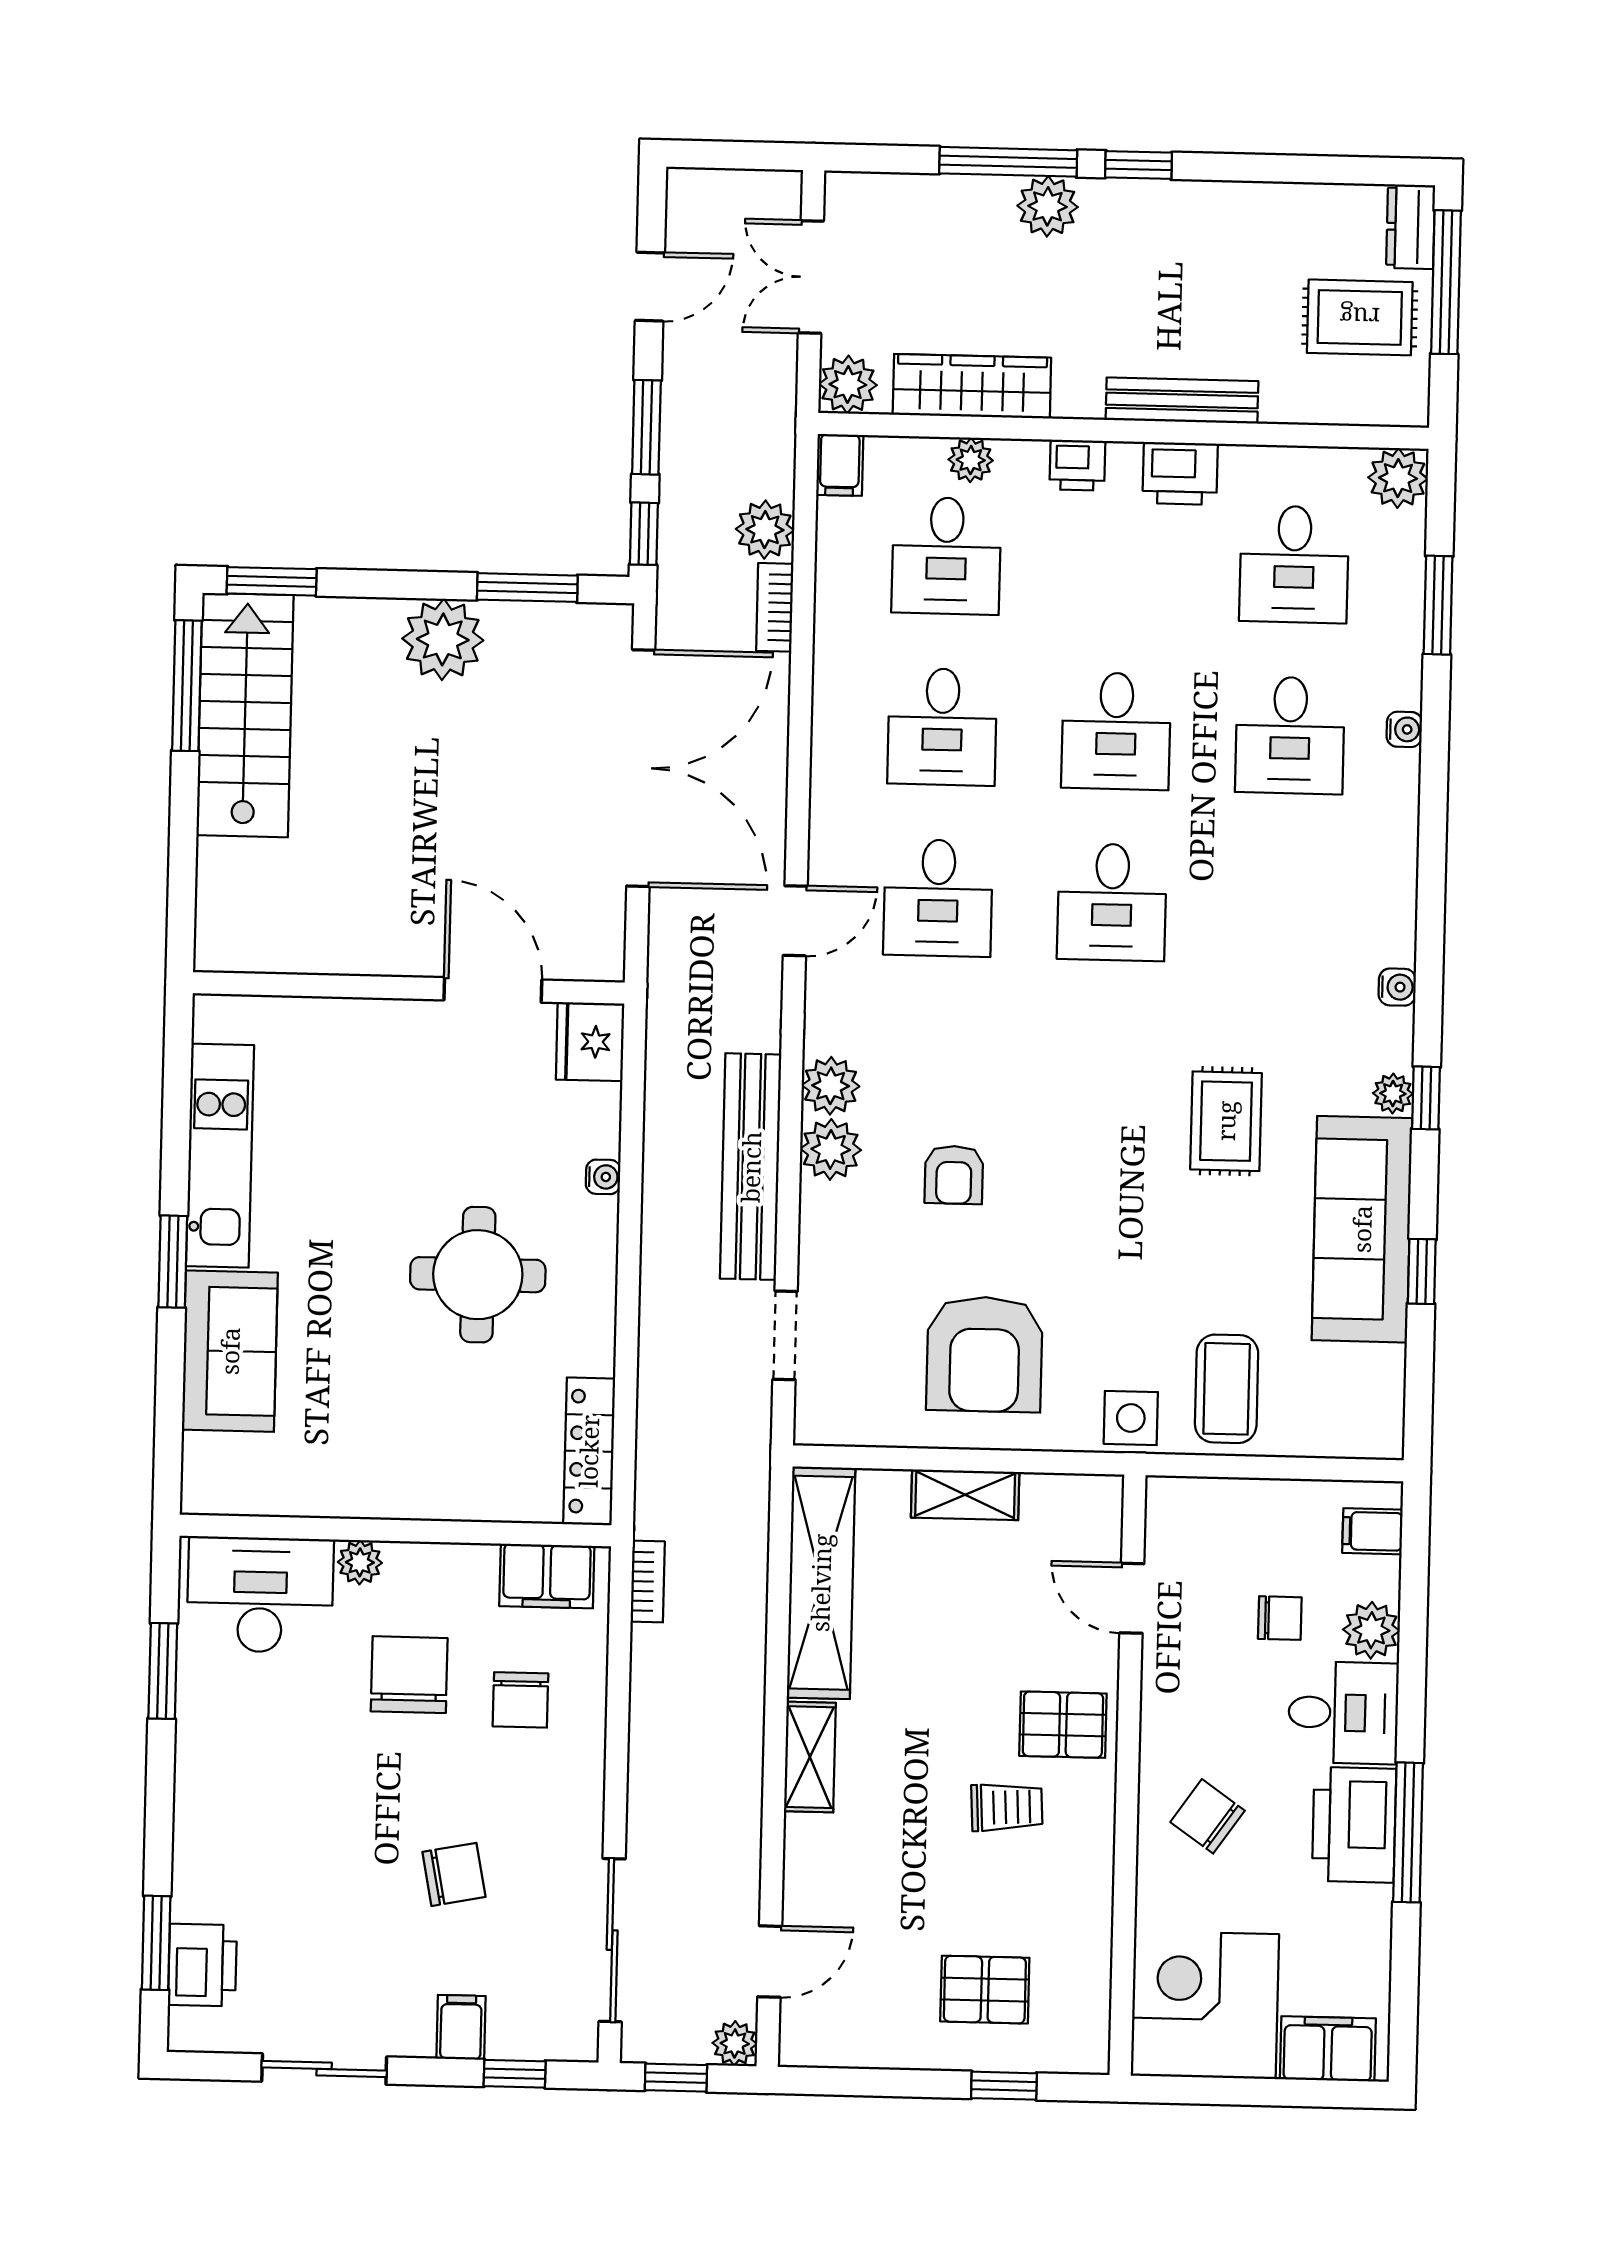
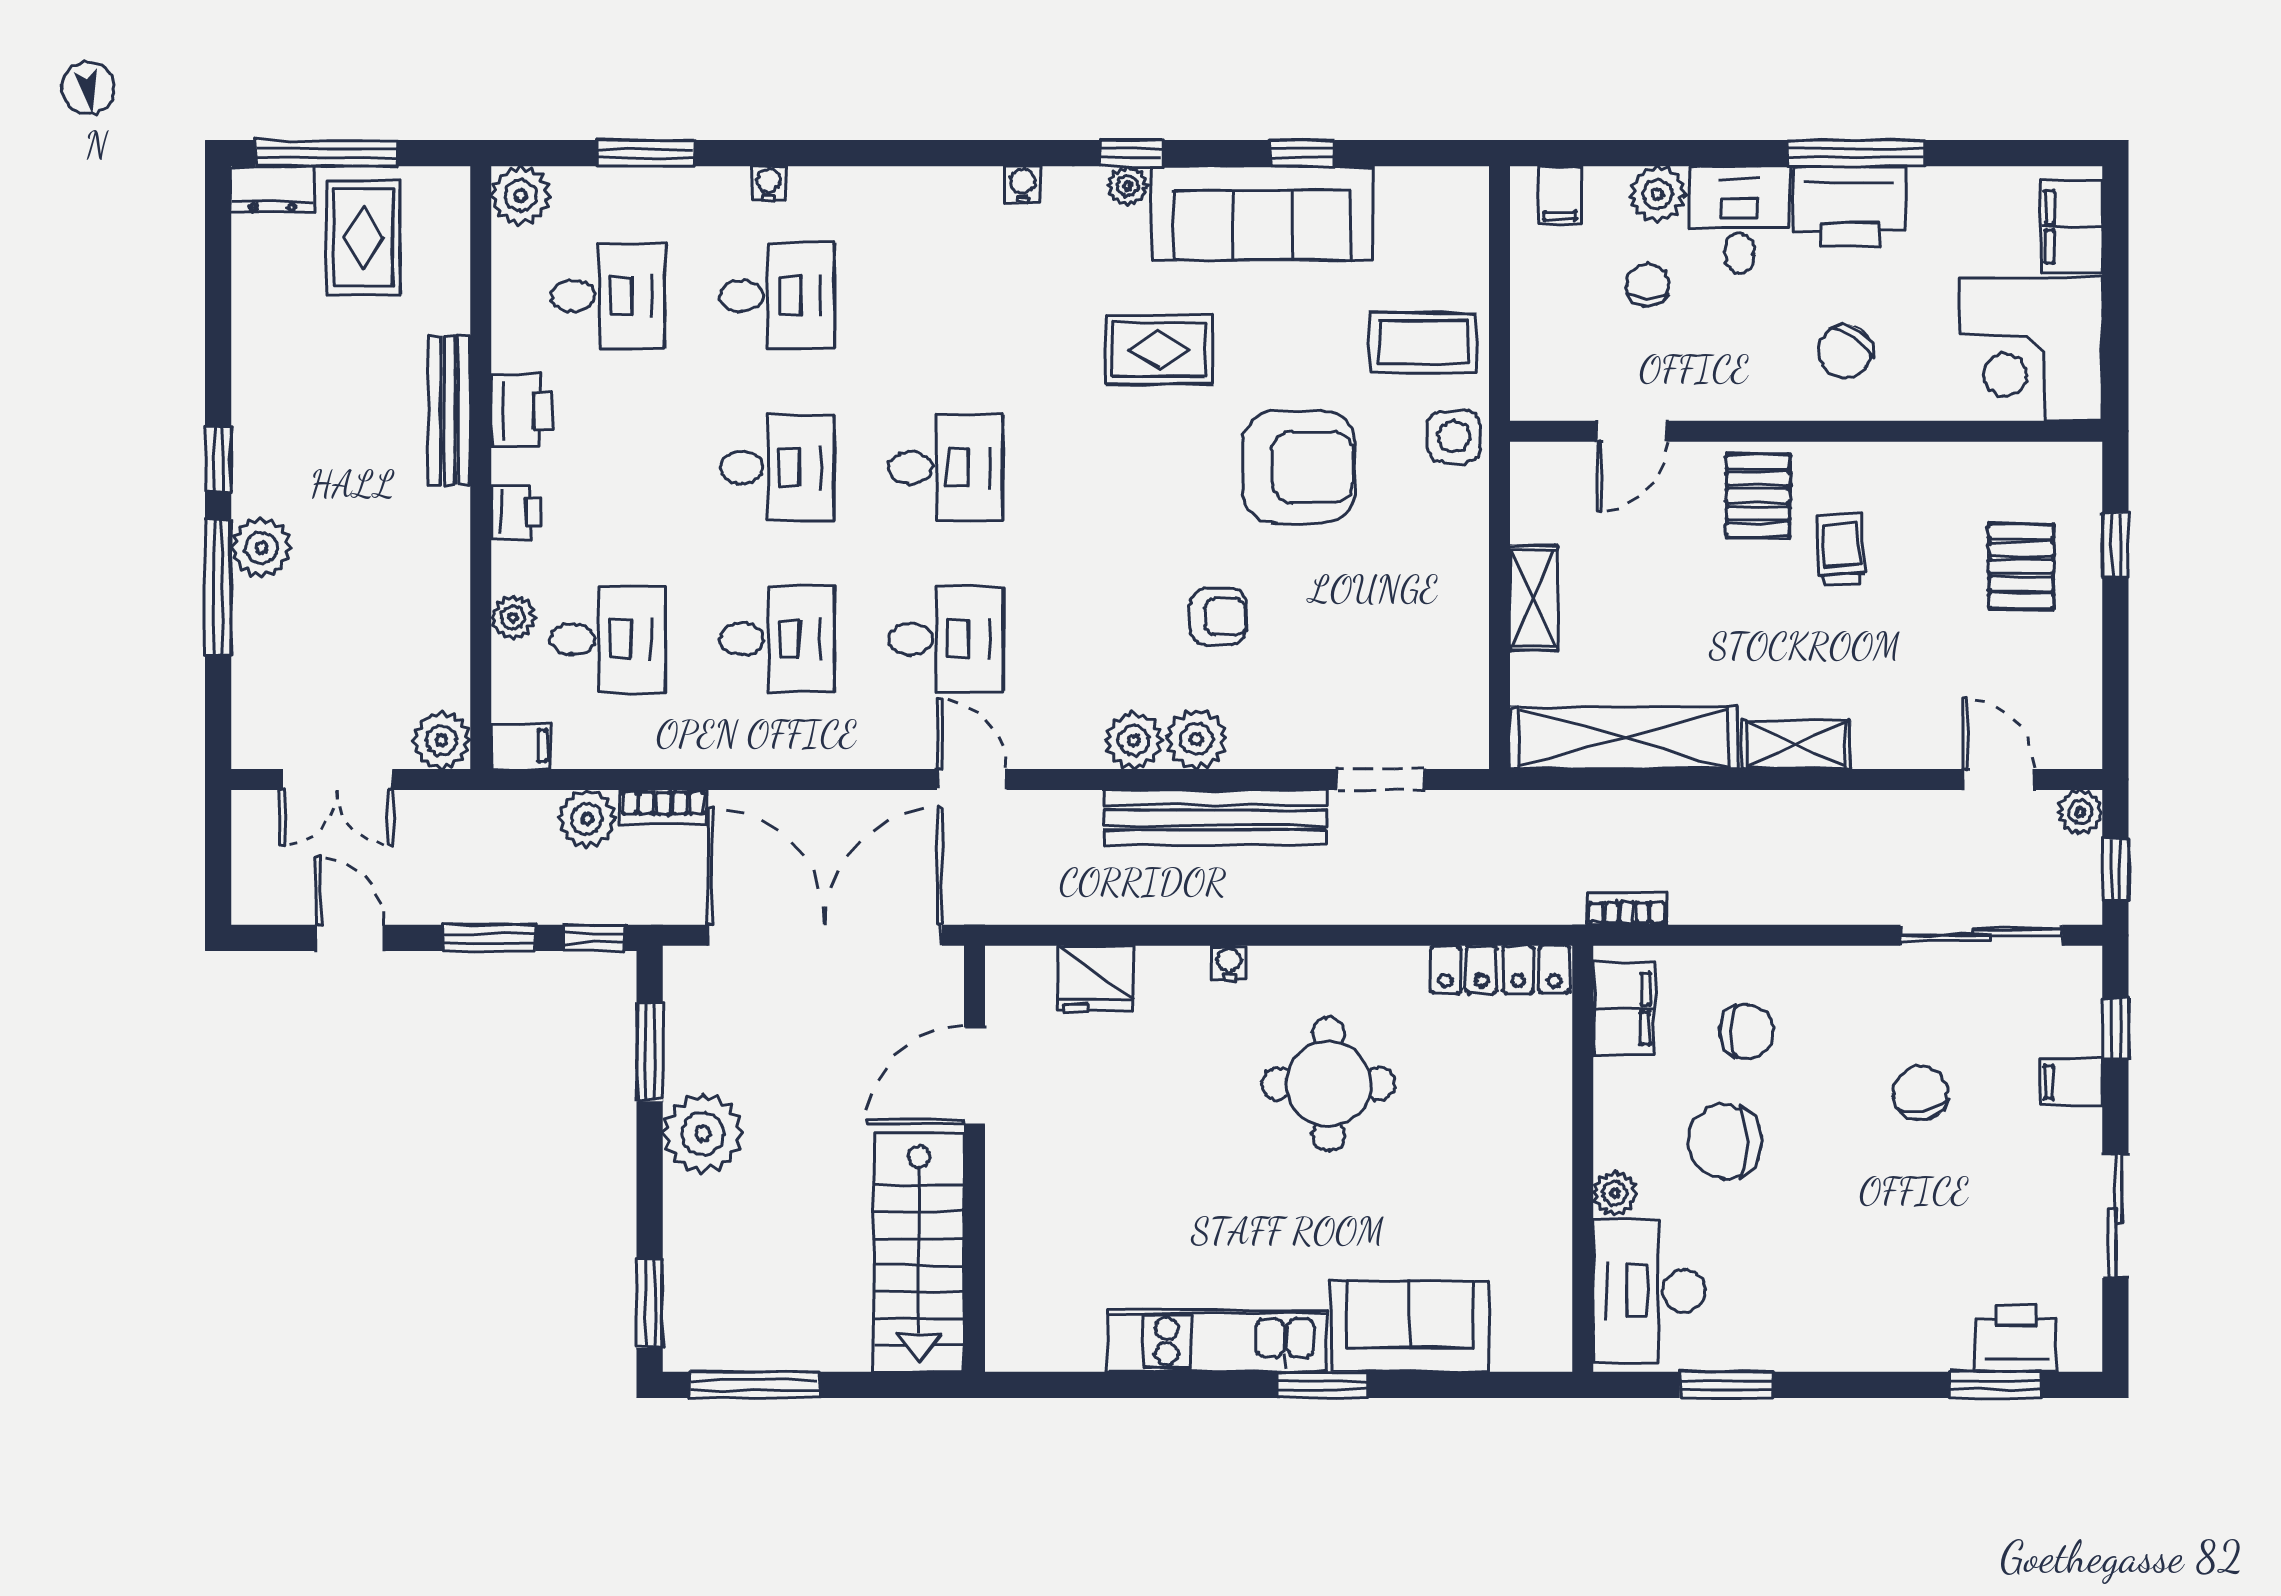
wardrobe: (972, 386) -> (440, 618), removed
stairs: (245, 715) -> (919, 1252), moved, turned -90
wall: (409, 988) -> (975, 1159), moved
door: (493, 990) -> (975, 1076), moved
armchair: (984, 1354) -> (1299, 467), moved

